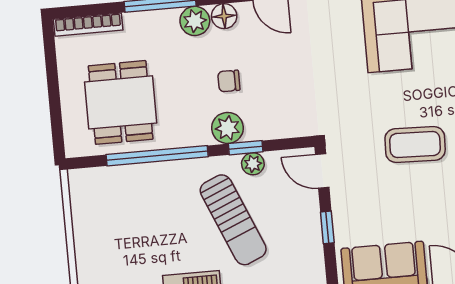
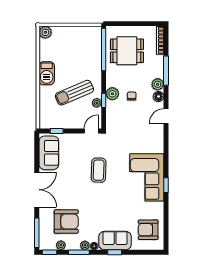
window: (157, 156) -> (104, 49), moved
window: (327, 227) -> (57, 131), moved

